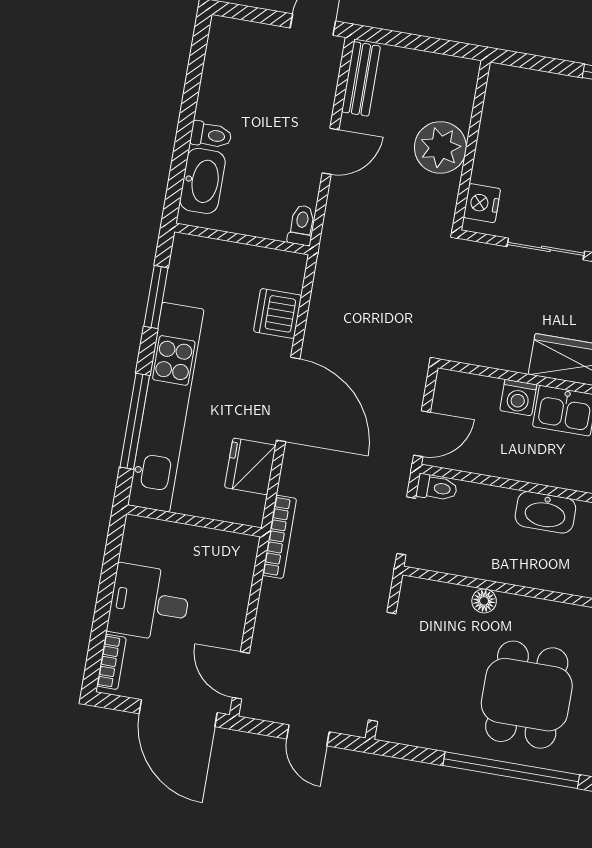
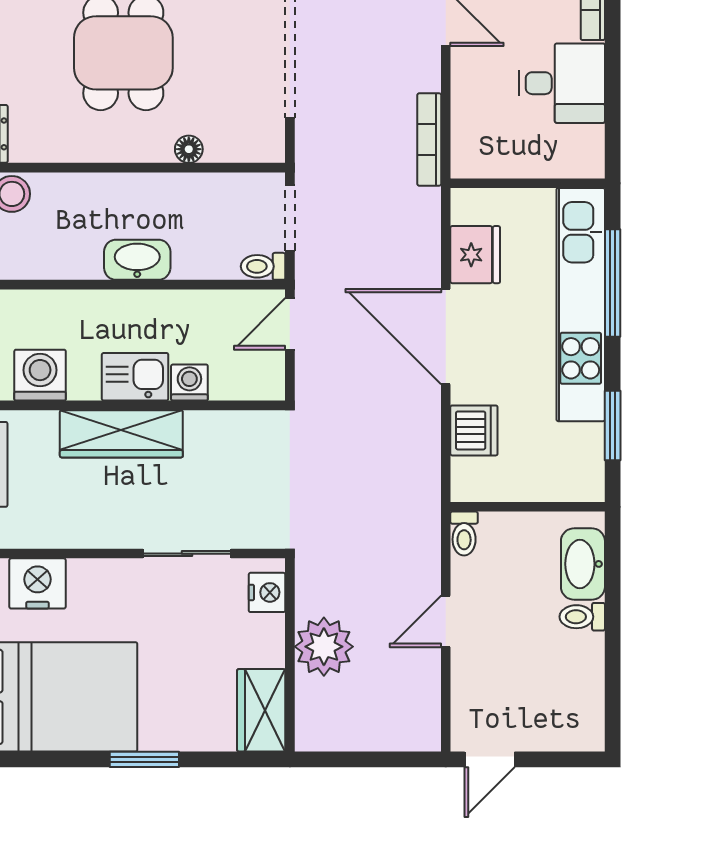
bench: (361, 79) -> (426, 708), removed
wardrobe: (505, 101) -> (261, 710), added
bookcase: (279, 537) -> (429, 139), moved

